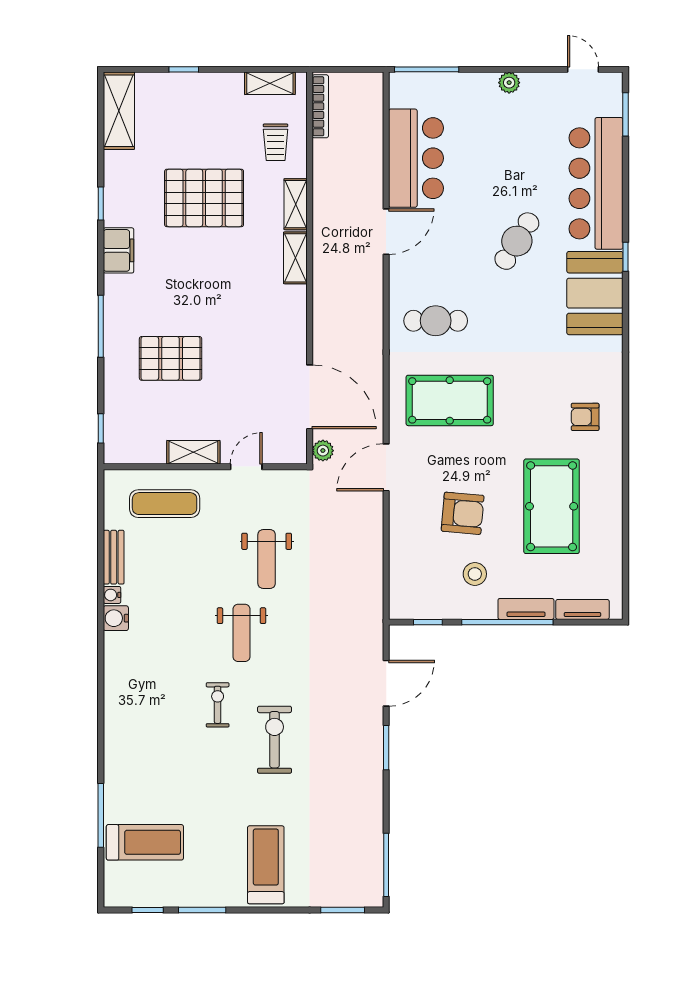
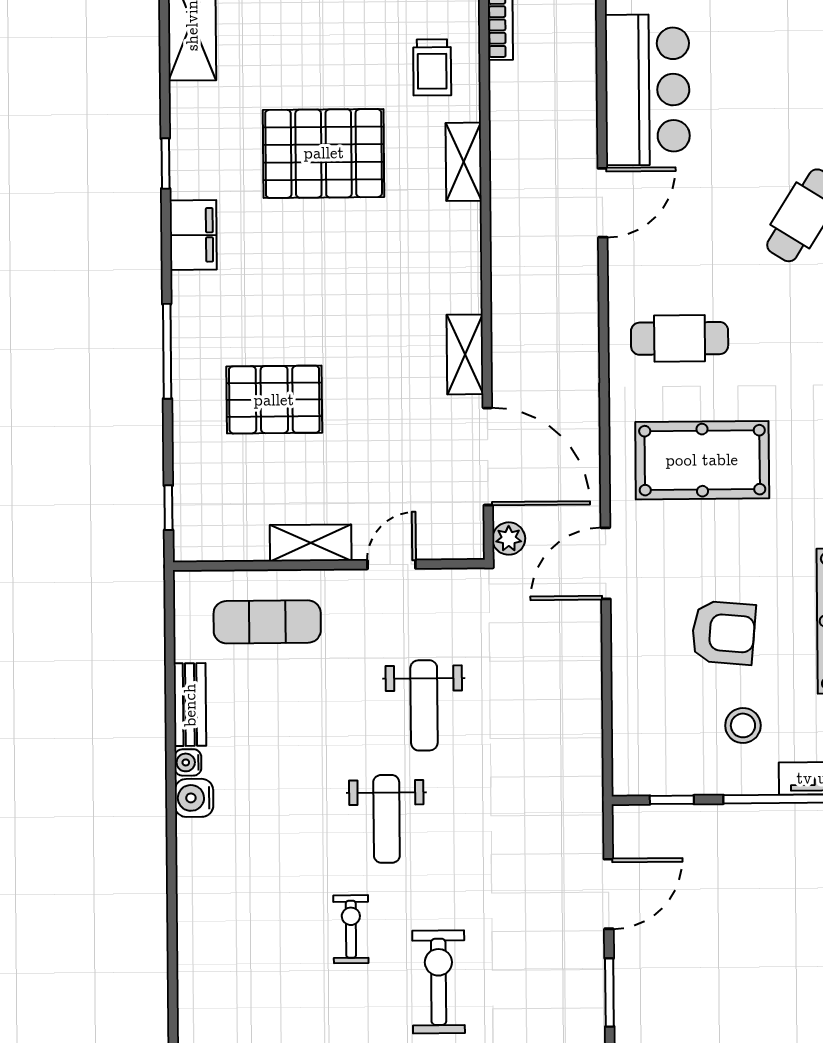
shelving: (295, 258) -> (465, 354), moved

